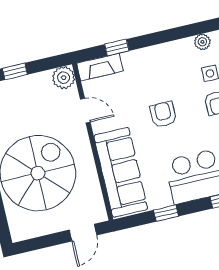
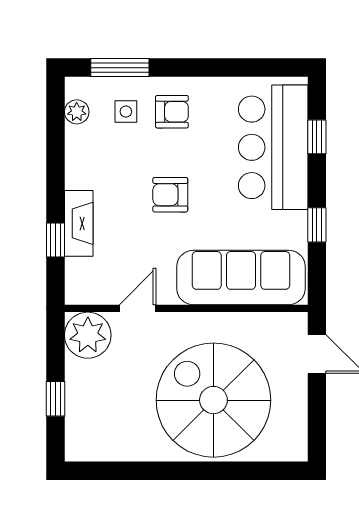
fireplace: (100, 67) -> (79, 223), moved
plant: (64, 78) -> (88, 335), width x1.36, depth x1.36

